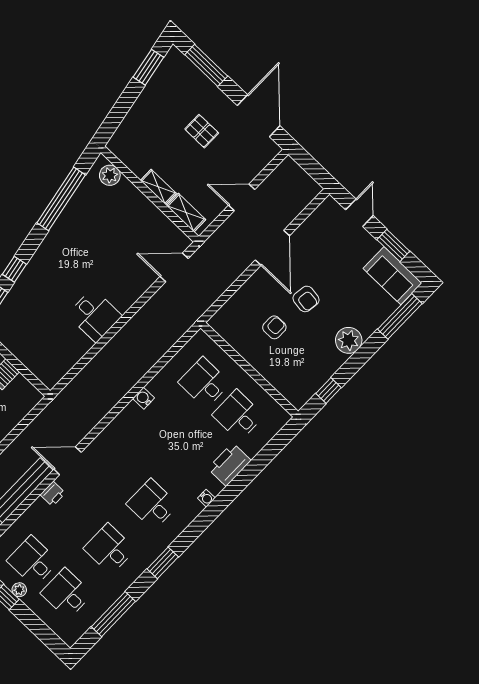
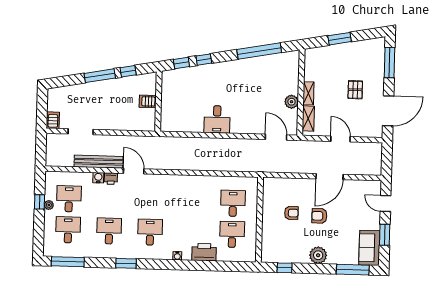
window: (148, 67) -> (340, 39), moved
plant: (110, 175) -> (291, 102), moved
door: (359, 213) -> (386, 204), swing flipped
armchair: (306, 299) -> (319, 216), turned 82
water cooler: (144, 398) -> (98, 178), moved
window: (113, 614) -> (68, 262), moved

